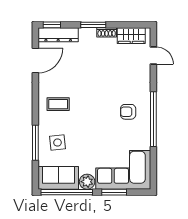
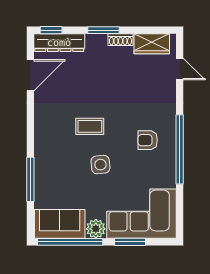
coffee table: (58, 104) -> (90, 126), moved
side table: (57, 143) -> (100, 165), moved

